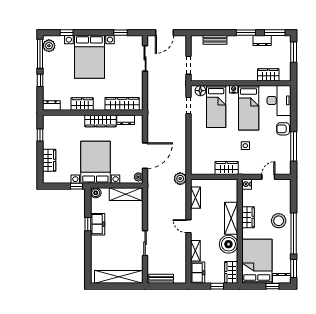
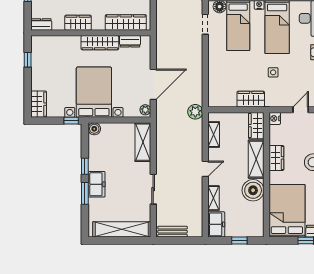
wardrobe: (49, 160) -> (39, 104), moved
shelving: (126, 194) -> (143, 142), moved, turned 90
freezer: (98, 224) -> (97, 184), moved
door: (189, 226) -> (205, 169), swing flipped
window: (88, 247) -> (85, 193), added
wardrobe: (231, 272) -> (256, 126), moved

